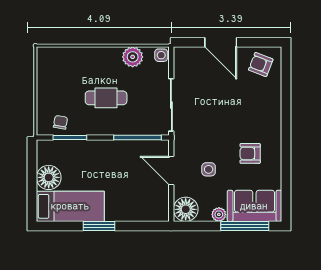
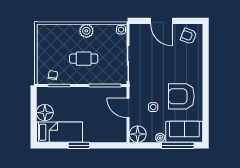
plant: (133, 57) -> (86, 31), moved
armchair: (250, 153) -> (181, 96), width x1.88, depth x1.88

